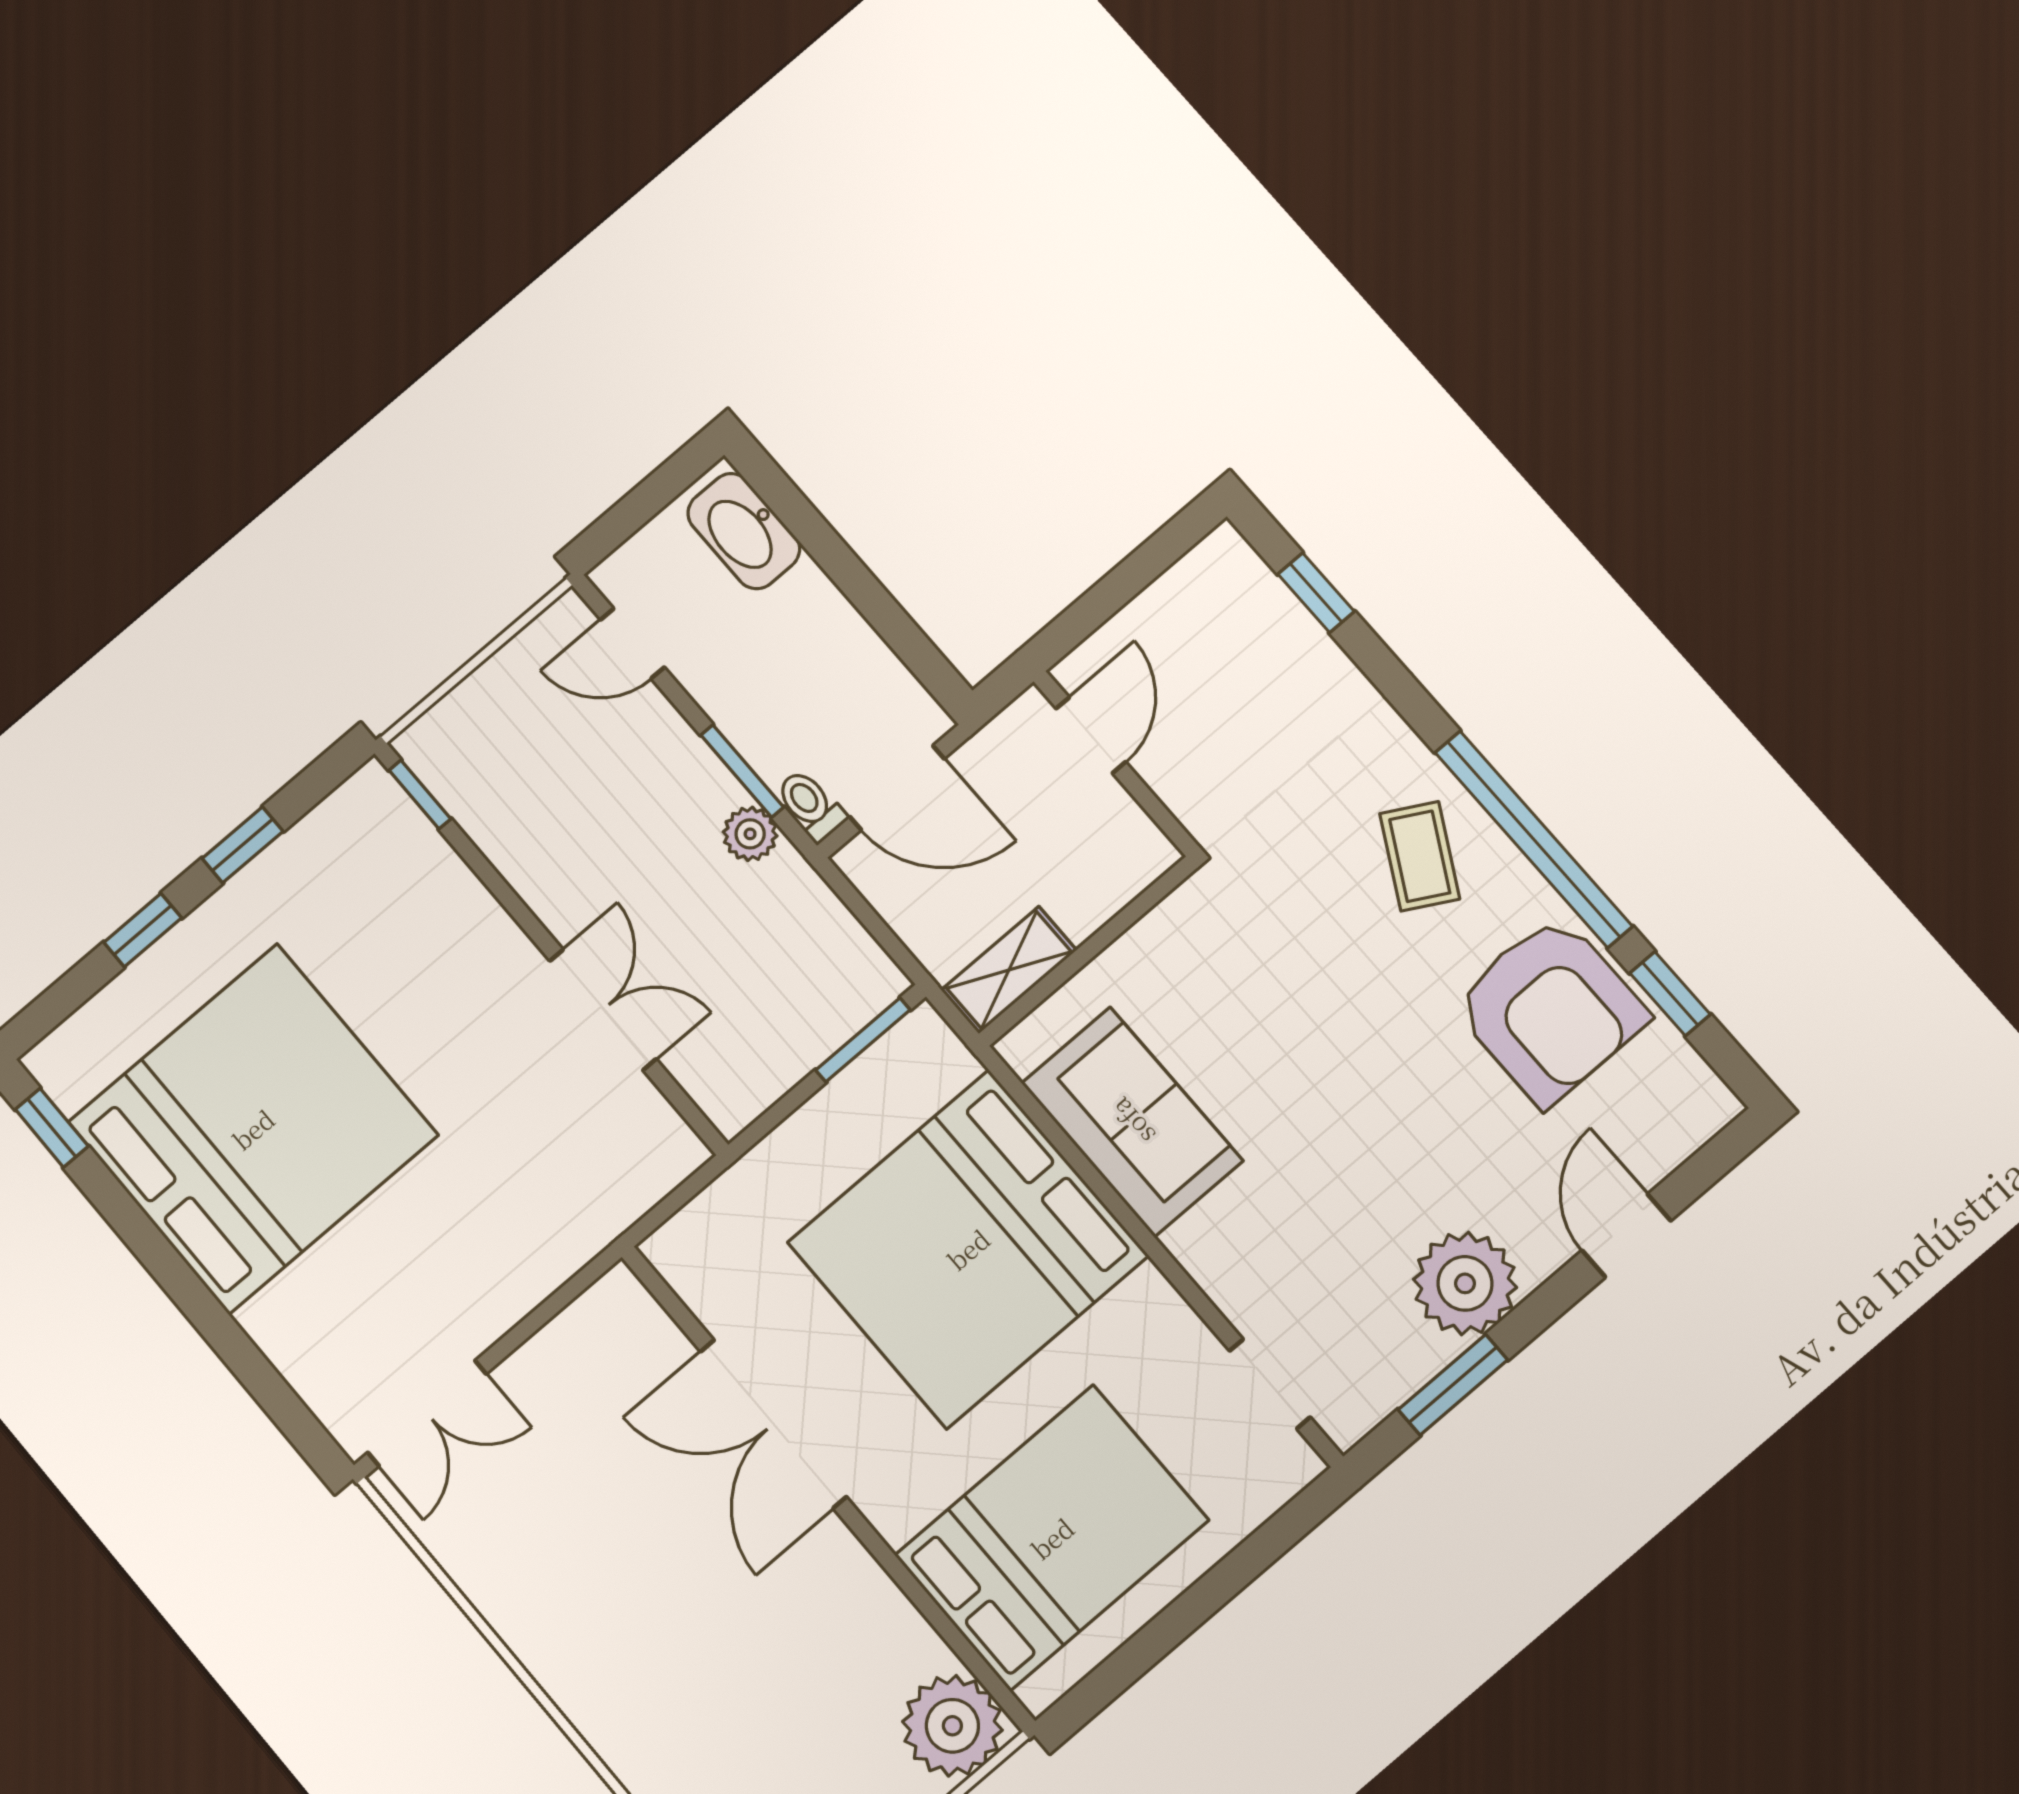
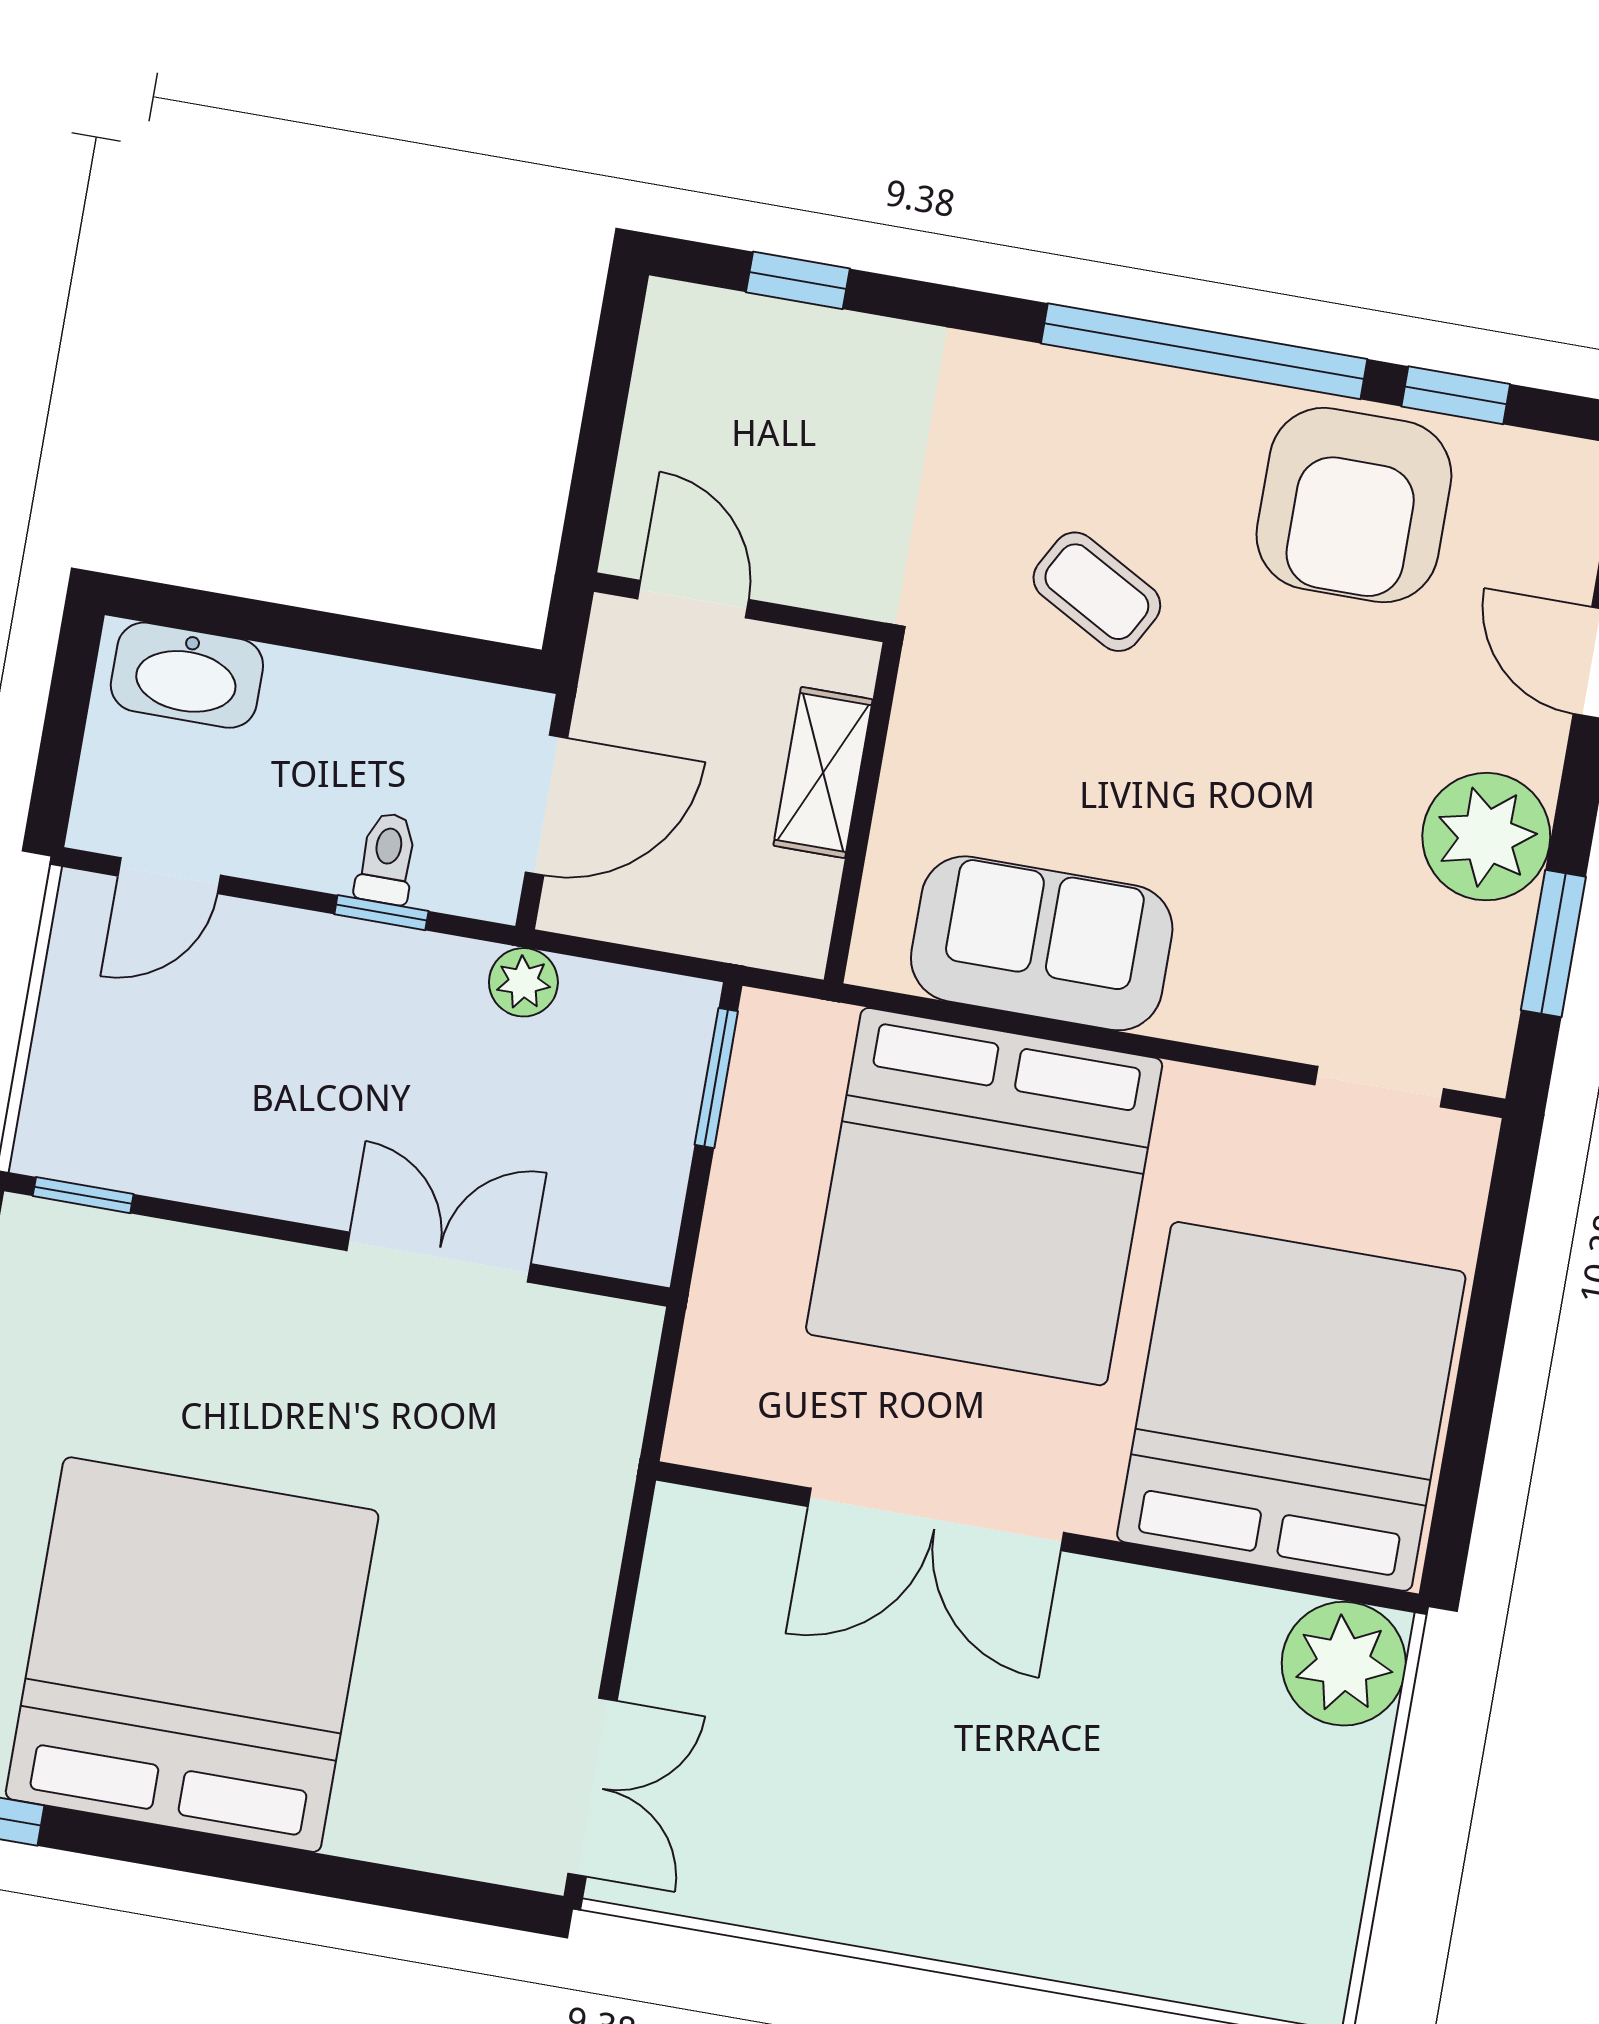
window: (742, 771) -> (381, 913), width x0.67
toilet: (811, 805) -> (387, 858), moved, turned 90
plant: (750, 834) -> (523, 982), moved
coffee table: (1420, 856) -> (1097, 592), moved
shelving: (1009, 970) -> (823, 773), moved
armchair: (1550, 1010) -> (1354, 505), turned 90
bed: (1052, 1538) -> (1291, 1406), width x1.36

